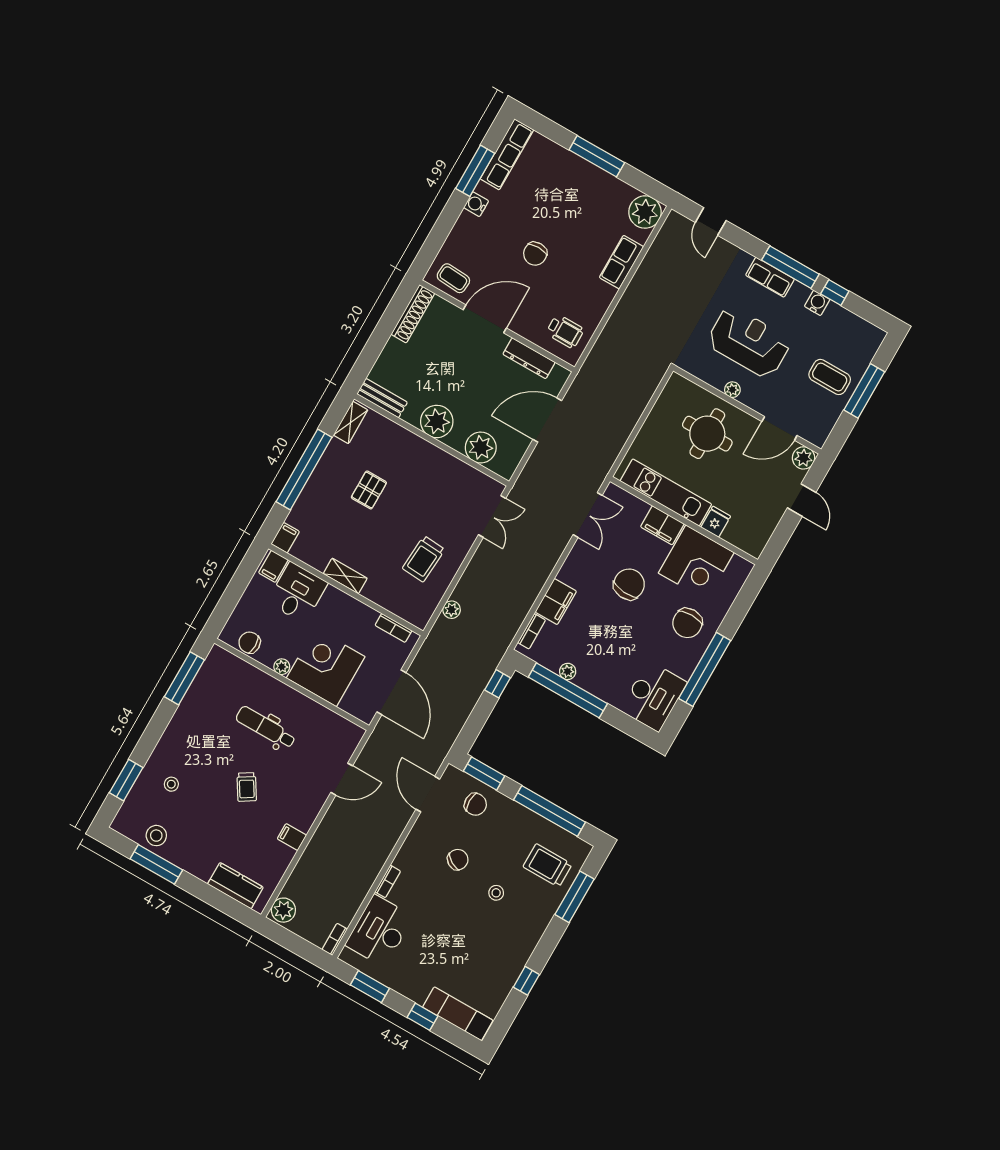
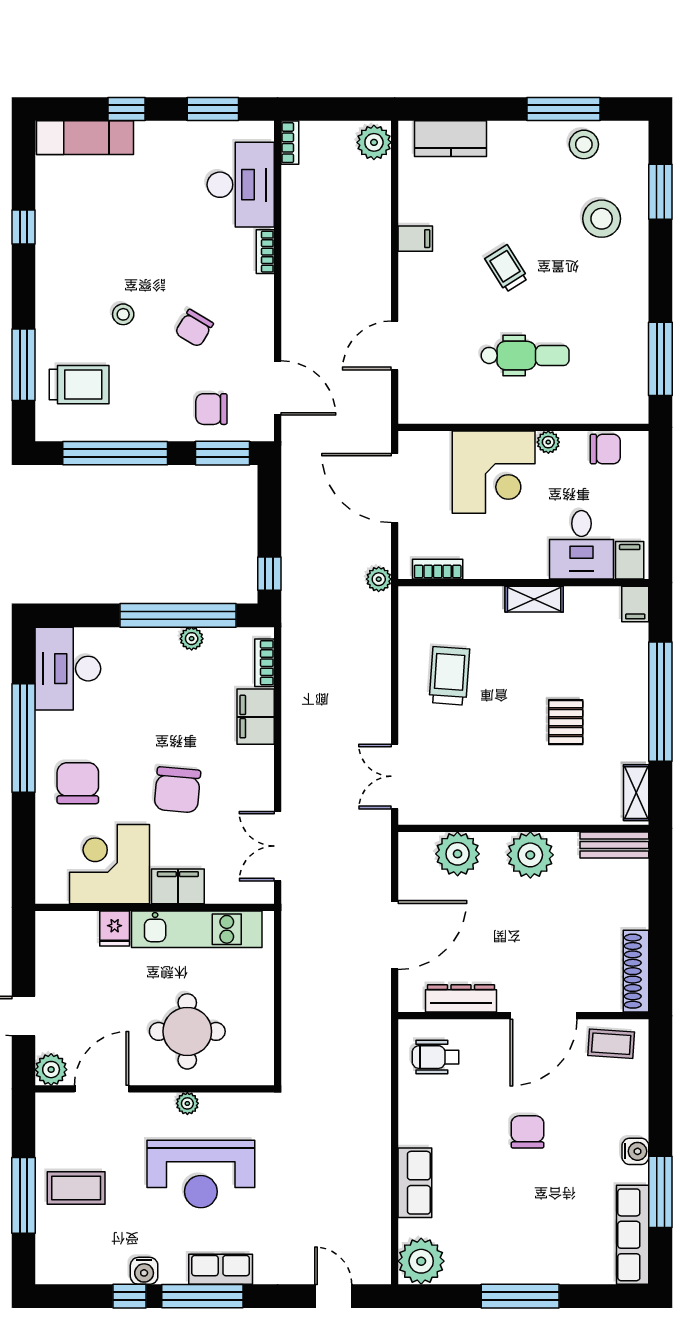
plant: (452, 610) -> (379, 579), moved
stool: (171, 784) -> (602, 219), width x1.89, depth x1.89

